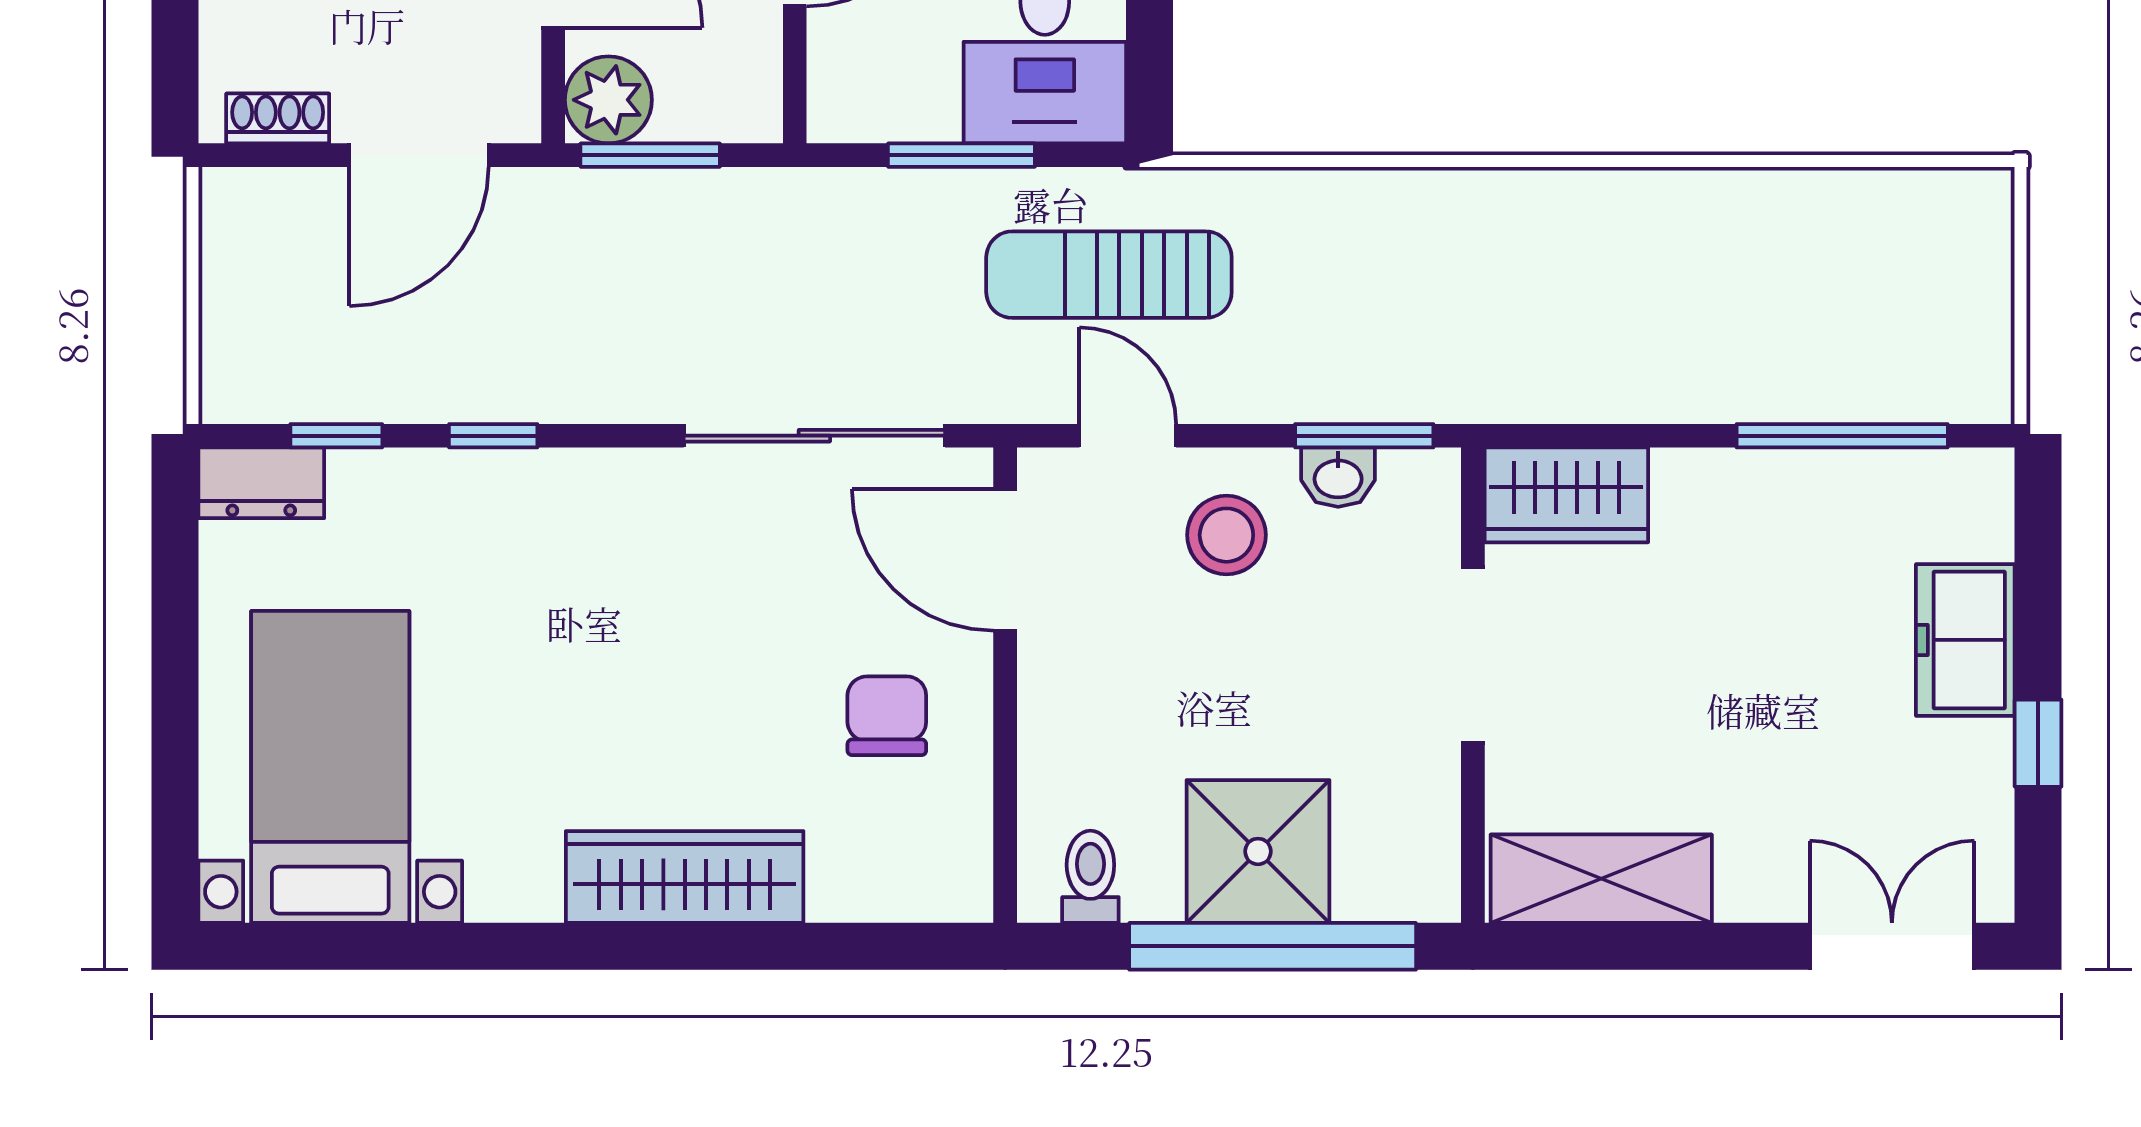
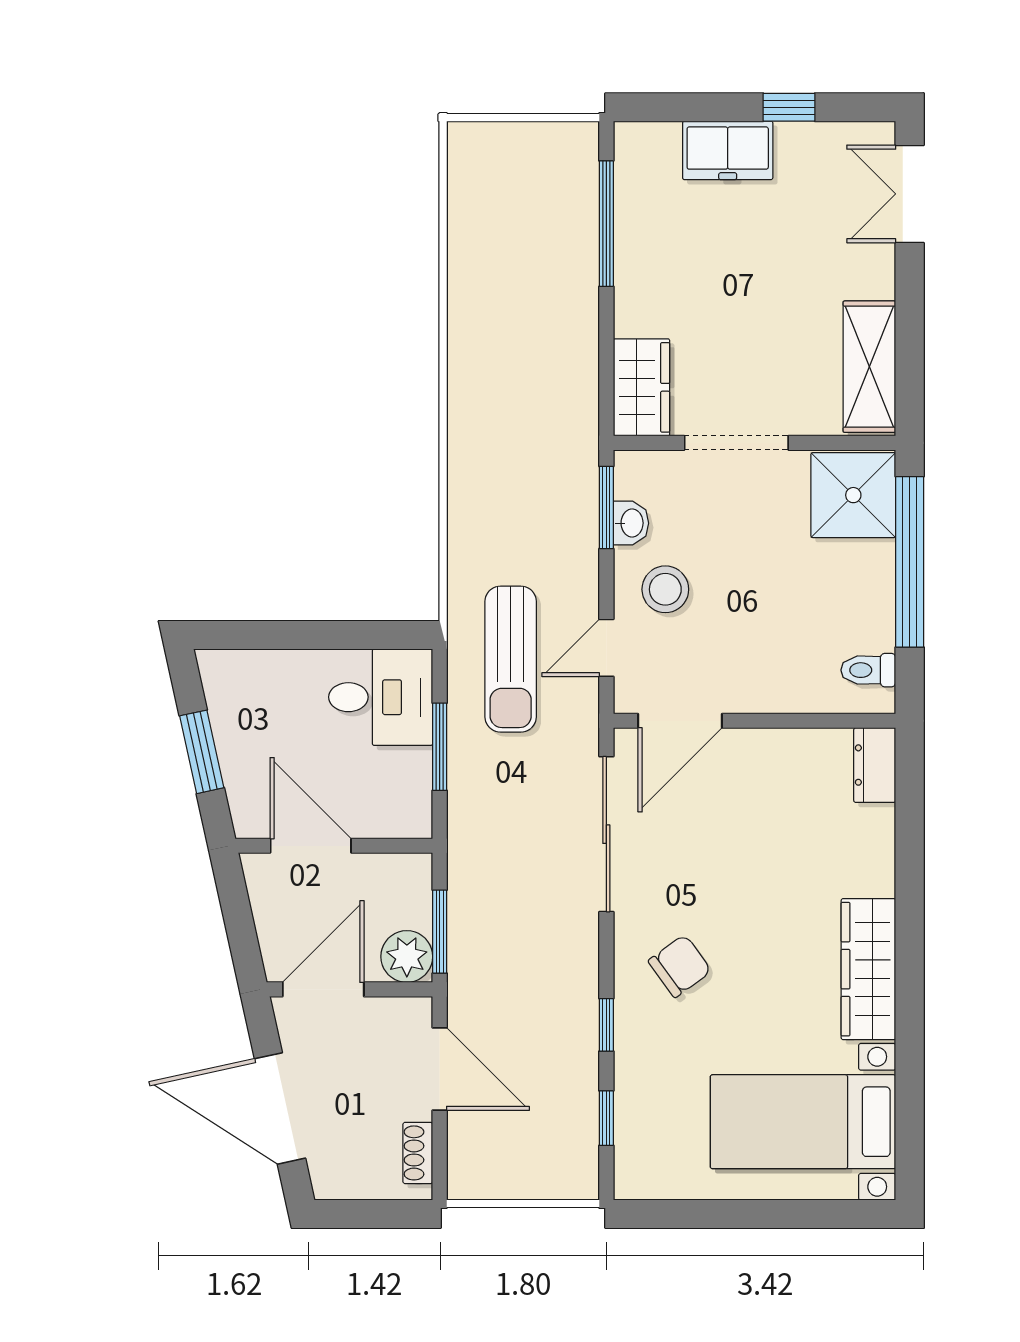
dresser: (261, 483) -> (875, 765), moved, turned 180
chair: (887, 716) -> (680, 966), moved, turned 144
shower: (1258, 851) -> (853, 495), moved
wardrobe: (685, 877) -> (868, 969), moved

